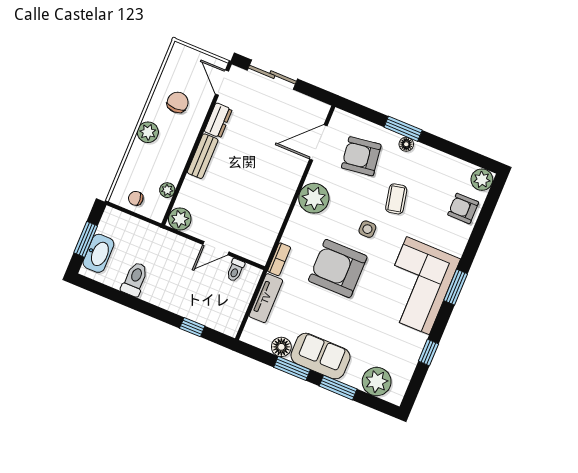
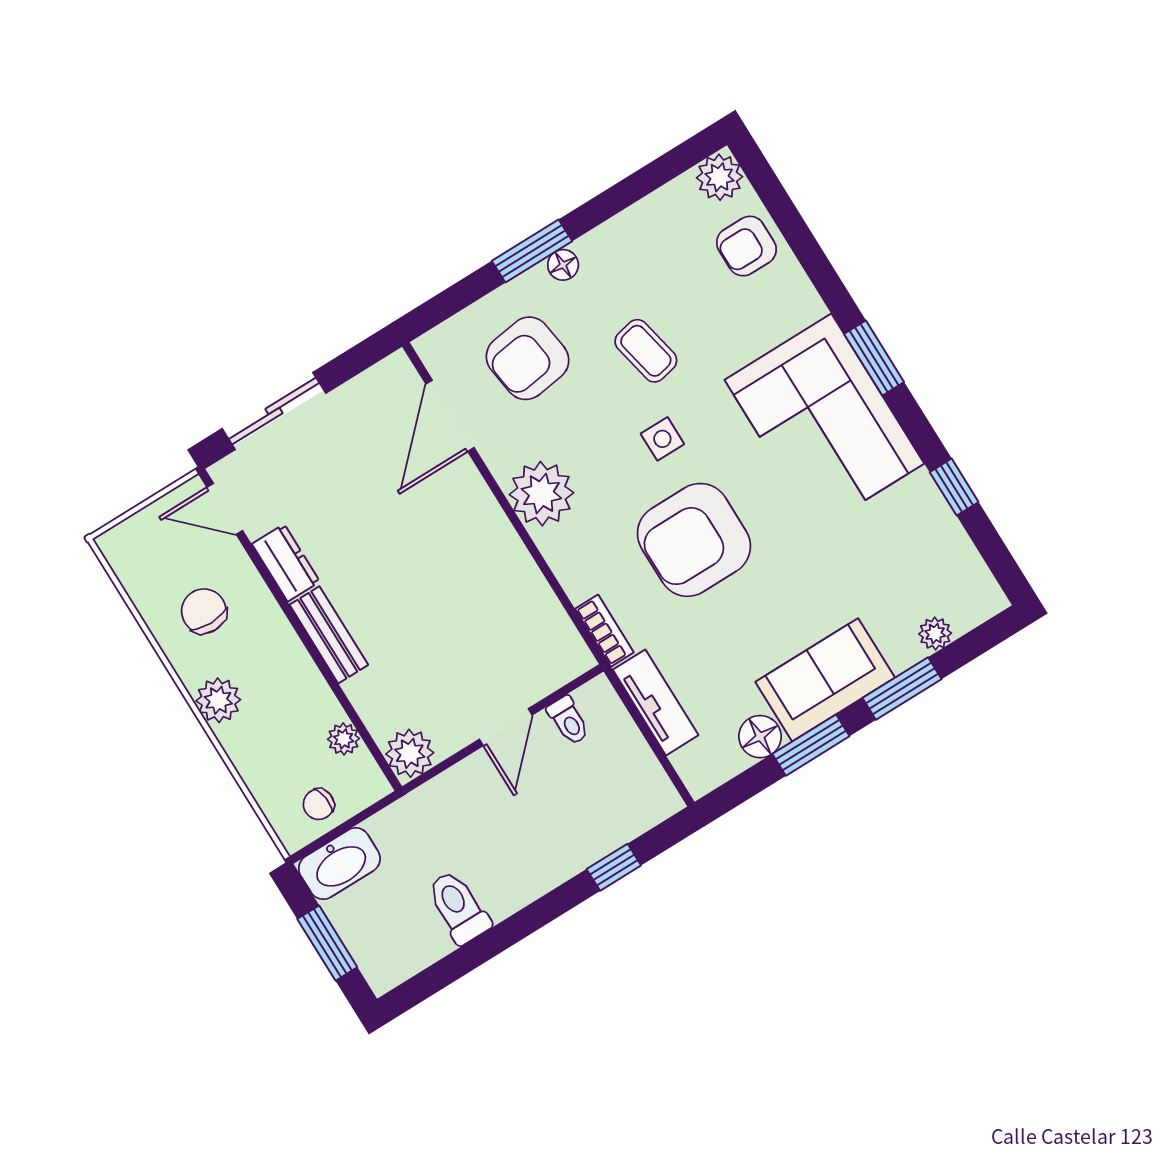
washbasin: (98, 253) -> (339, 864), moved, turned 90
plant: (377, 382) -> (935, 634), width x0.53, depth x0.53

